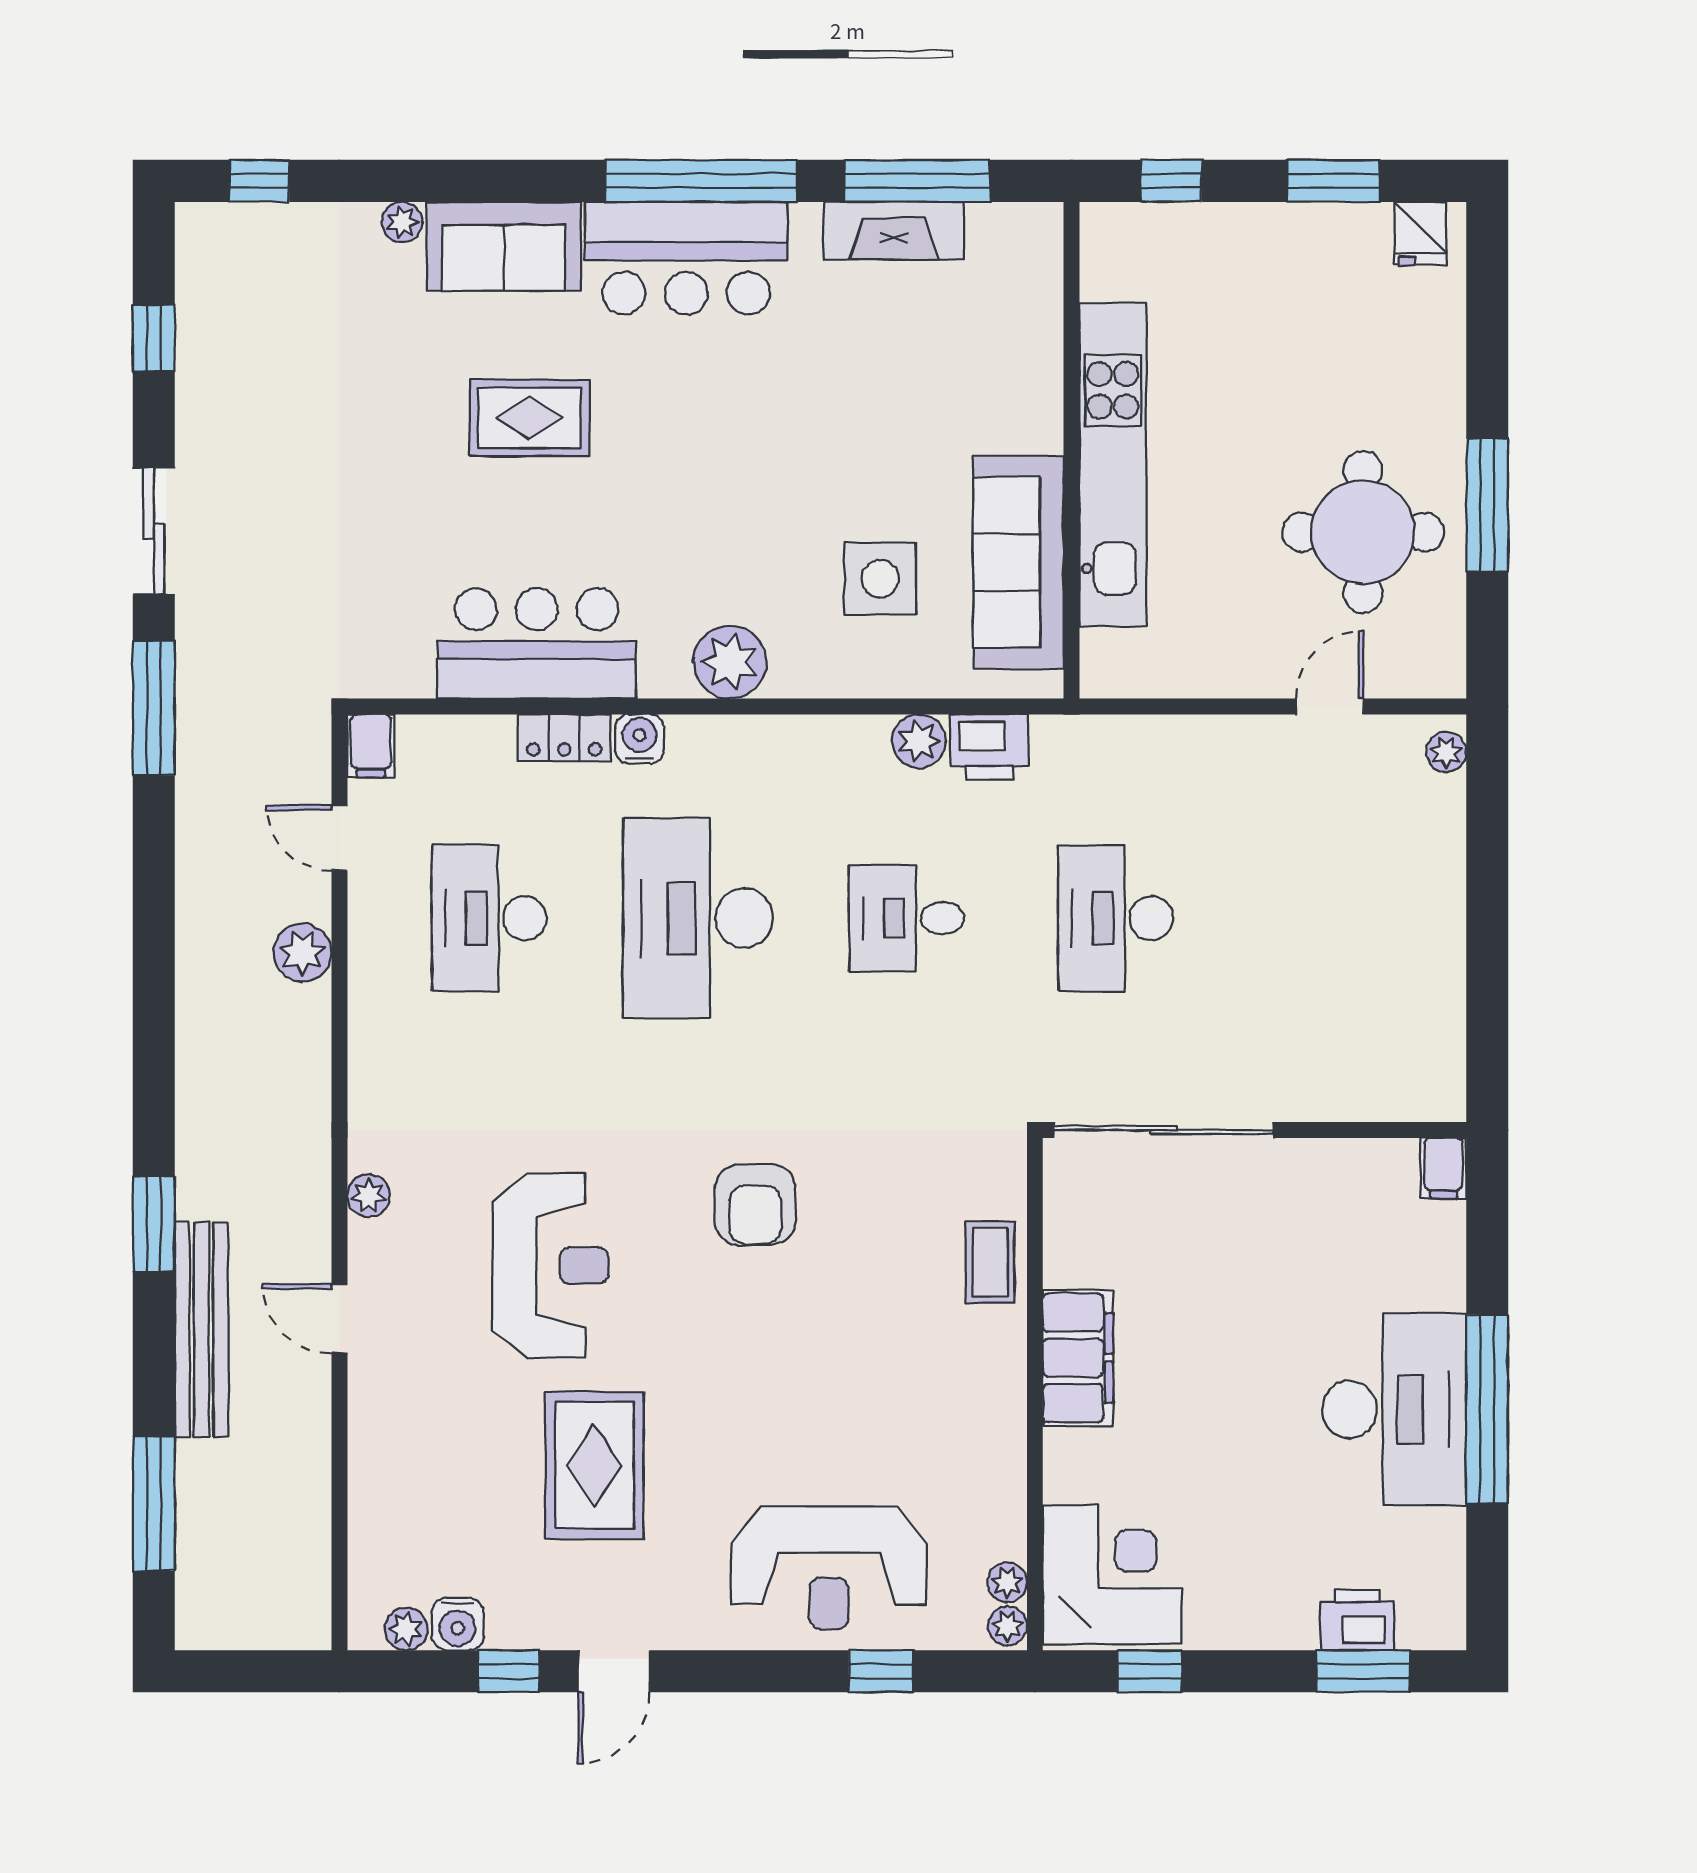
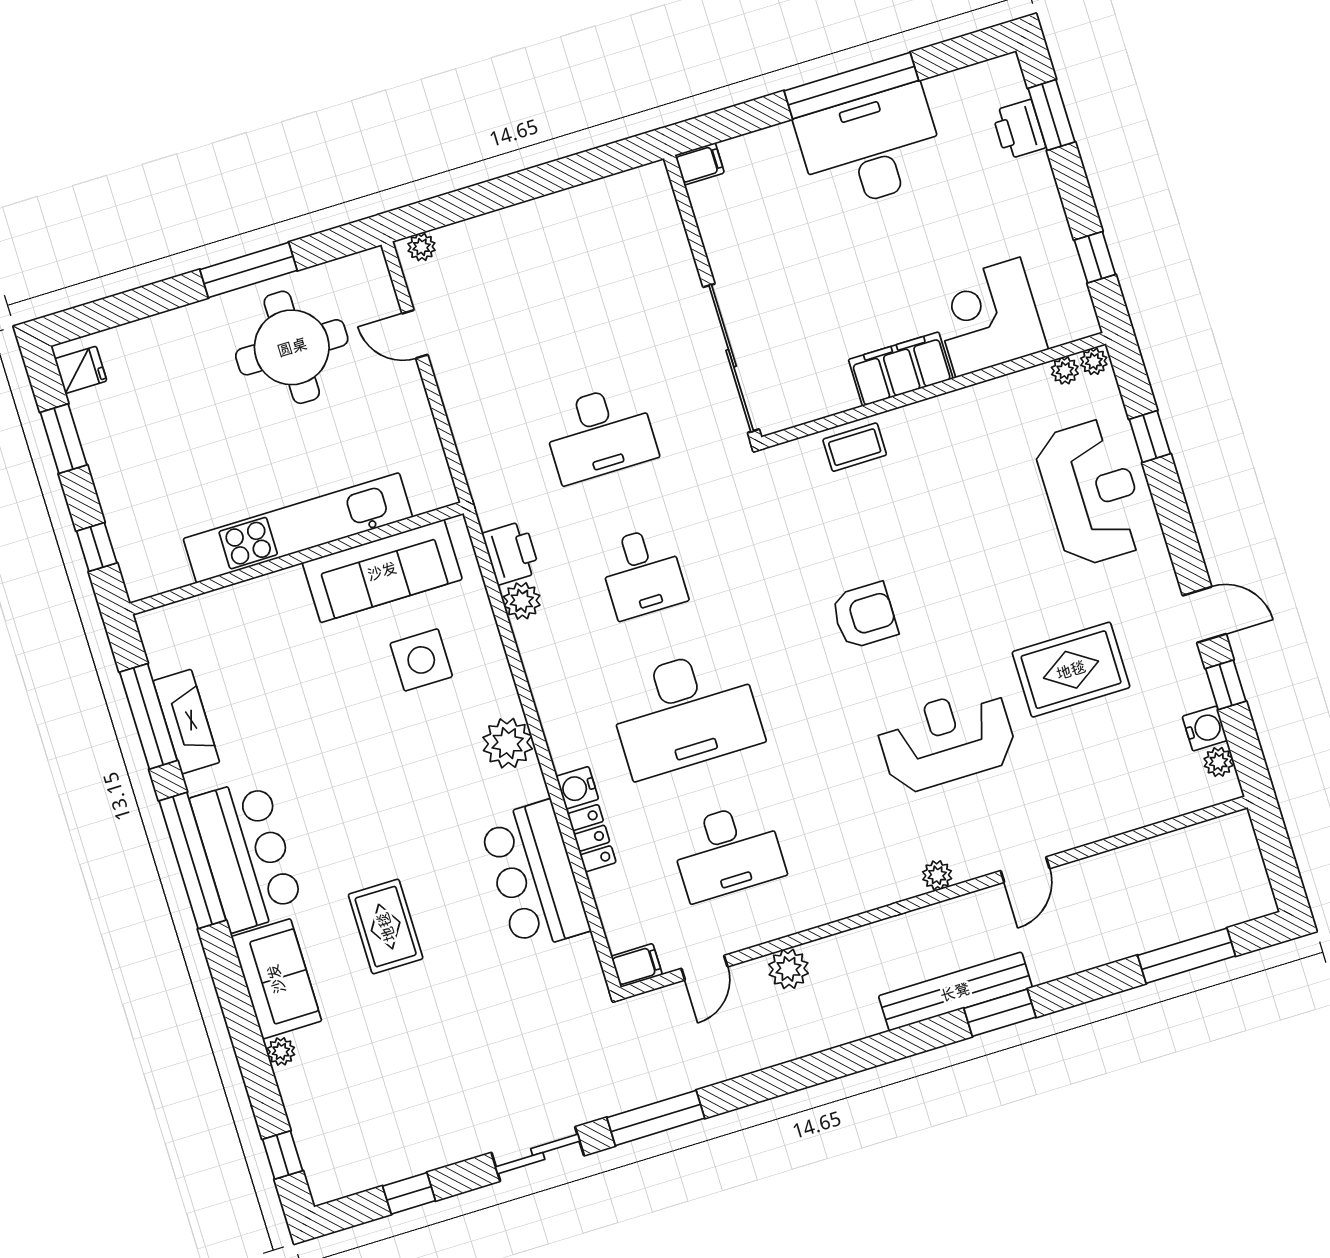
bench: (201, 1330) -> (955, 992), moved
corner desk: (1112, 1574) -> (988, 317), moved

